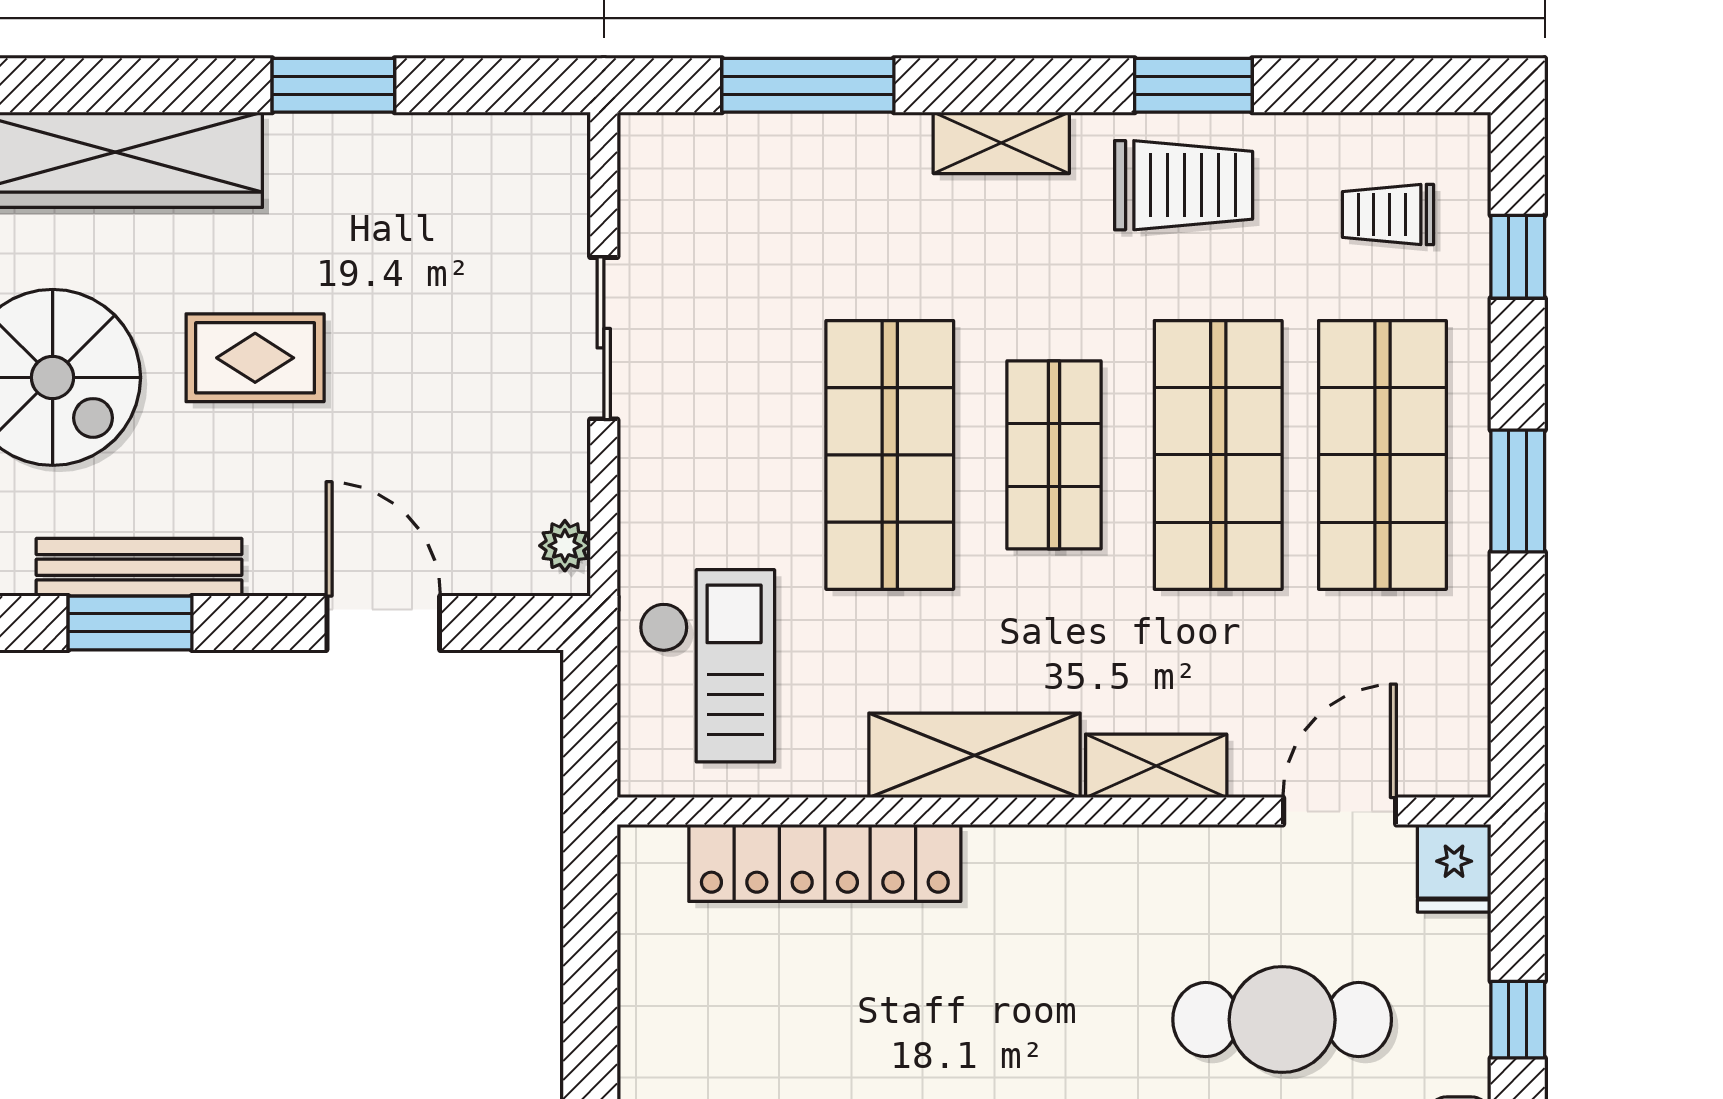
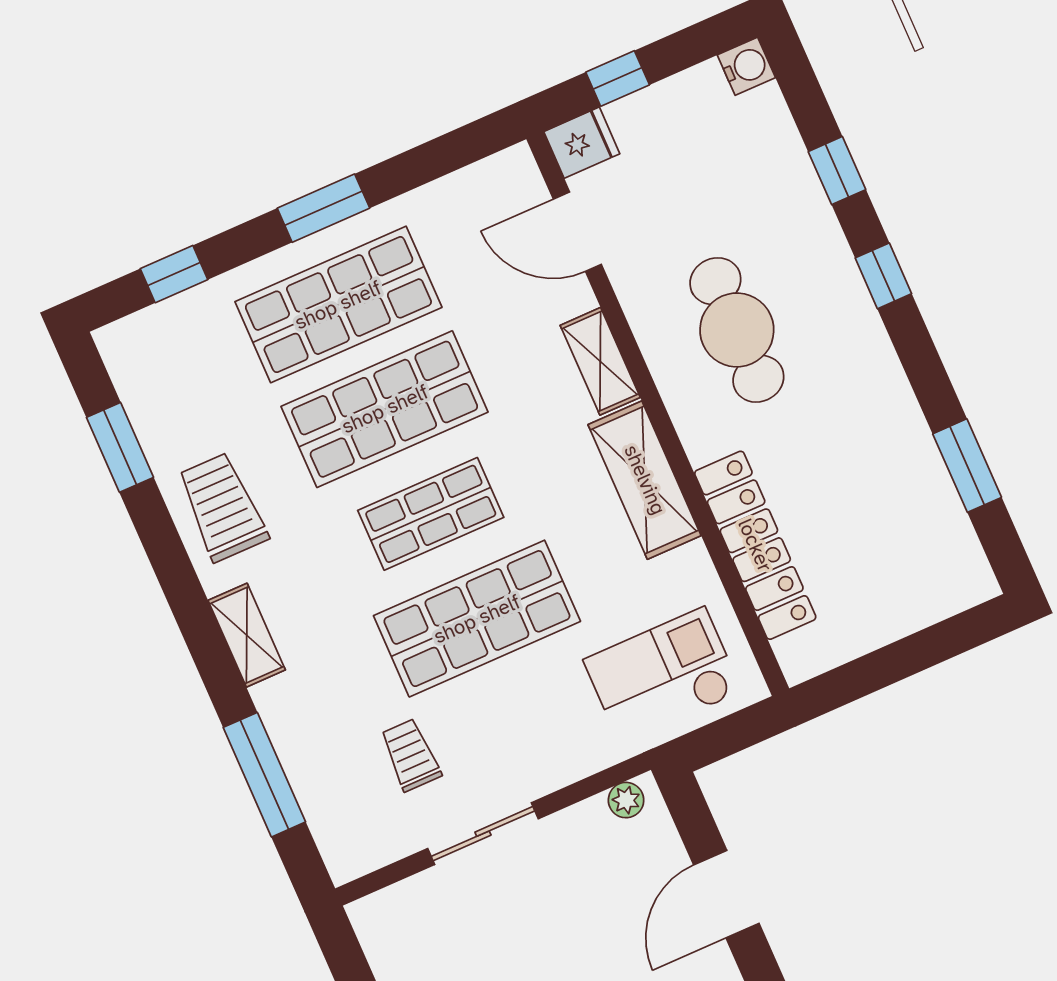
window: (1193, 85) -> (120, 447), moved
trolley: (1388, 214) -> (411, 755), moved, turned 180
cafe table: (1282, 1020) -> (737, 330), moved
window: (1518, 1020) -> (618, 78), moved

